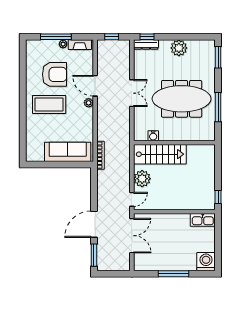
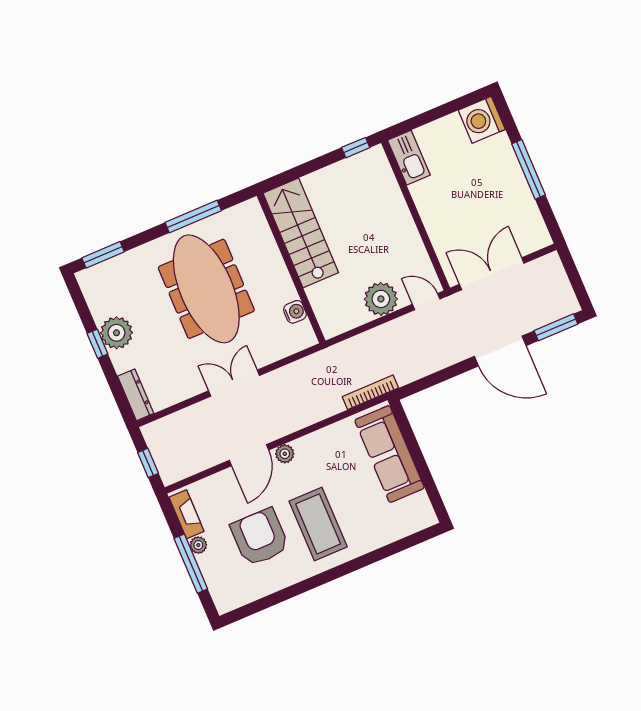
window: (147, 37) -> (97, 344), moved
stairs: (160, 154) -> (301, 233), moved

